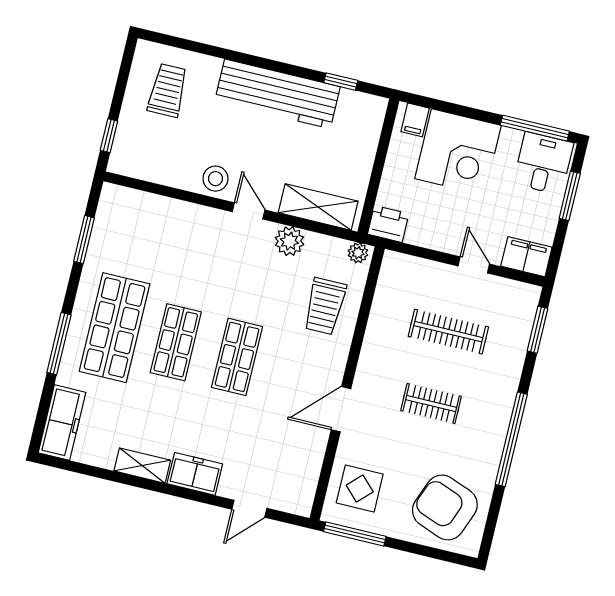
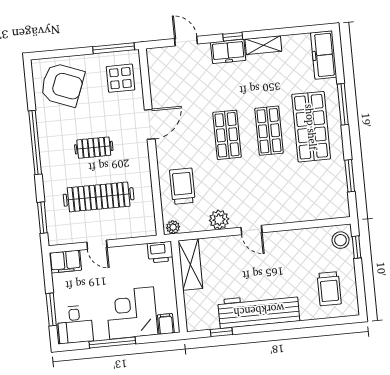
window: (535, 128) -> (112, 343), moved
stool: (215, 179) -> (341, 240), moved
shelving: (318, 207) -> (190, 265), moved, turned 90
clothes rail: (448, 332) -> (99, 197), width x1.37, depth x1.31
window: (181, 492) -> (233, 37), added
door: (249, 509) -> (186, 41), hinge flipped

